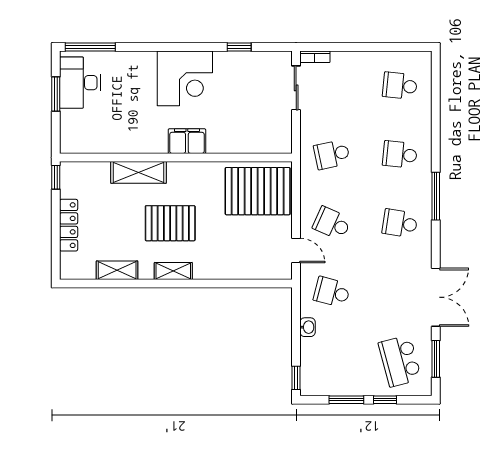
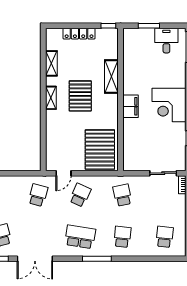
desk: (80, 83) -> (166, 41), width x0.73
window: (56, 94) -> (149, 26), moved
school desk: (400, 223) -> (80, 237), width x1.85
washbasin: (308, 327) -> (16, 180), removed

